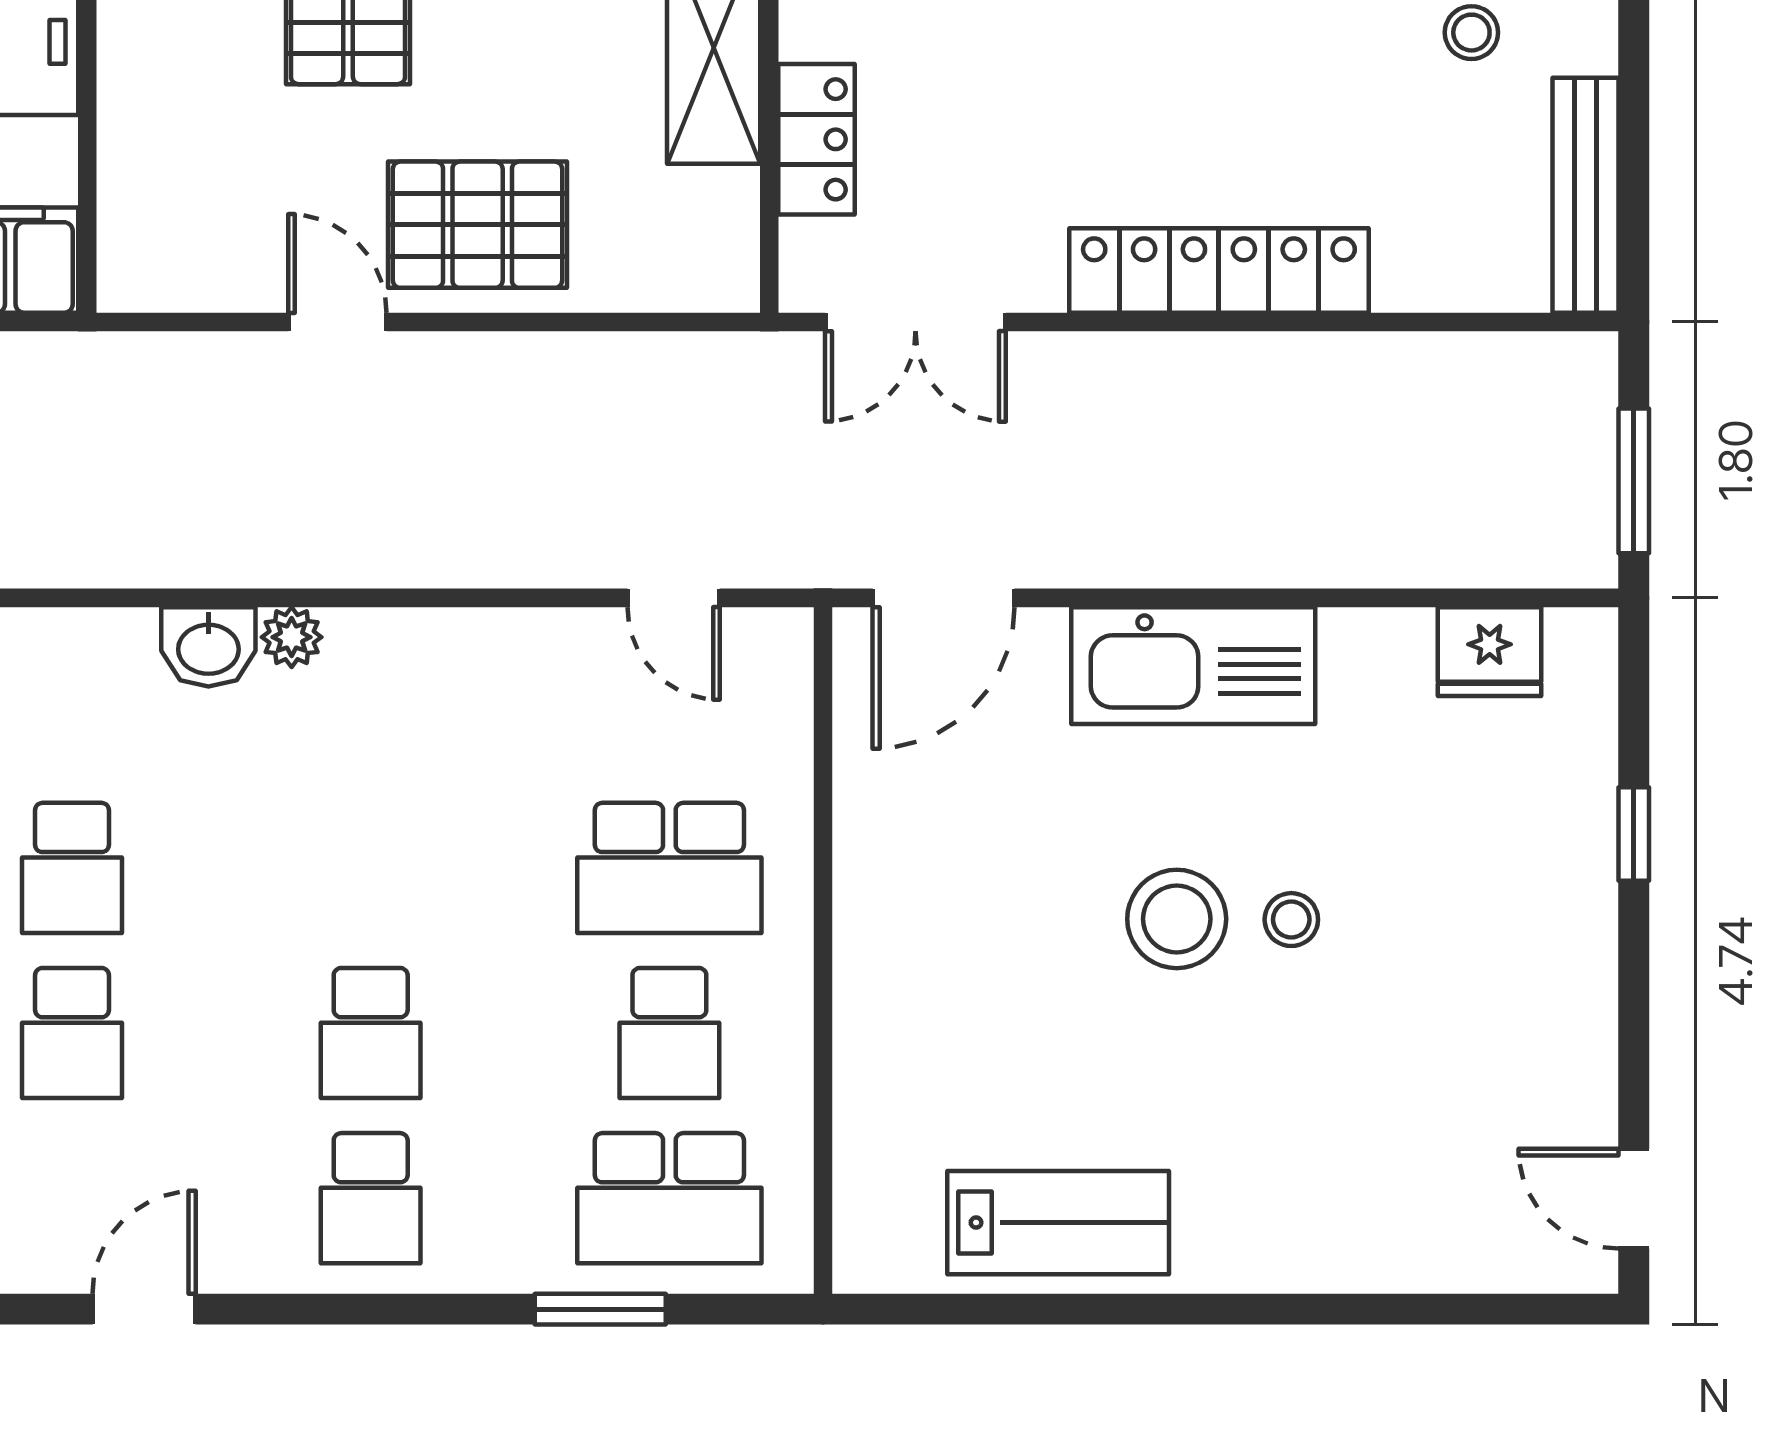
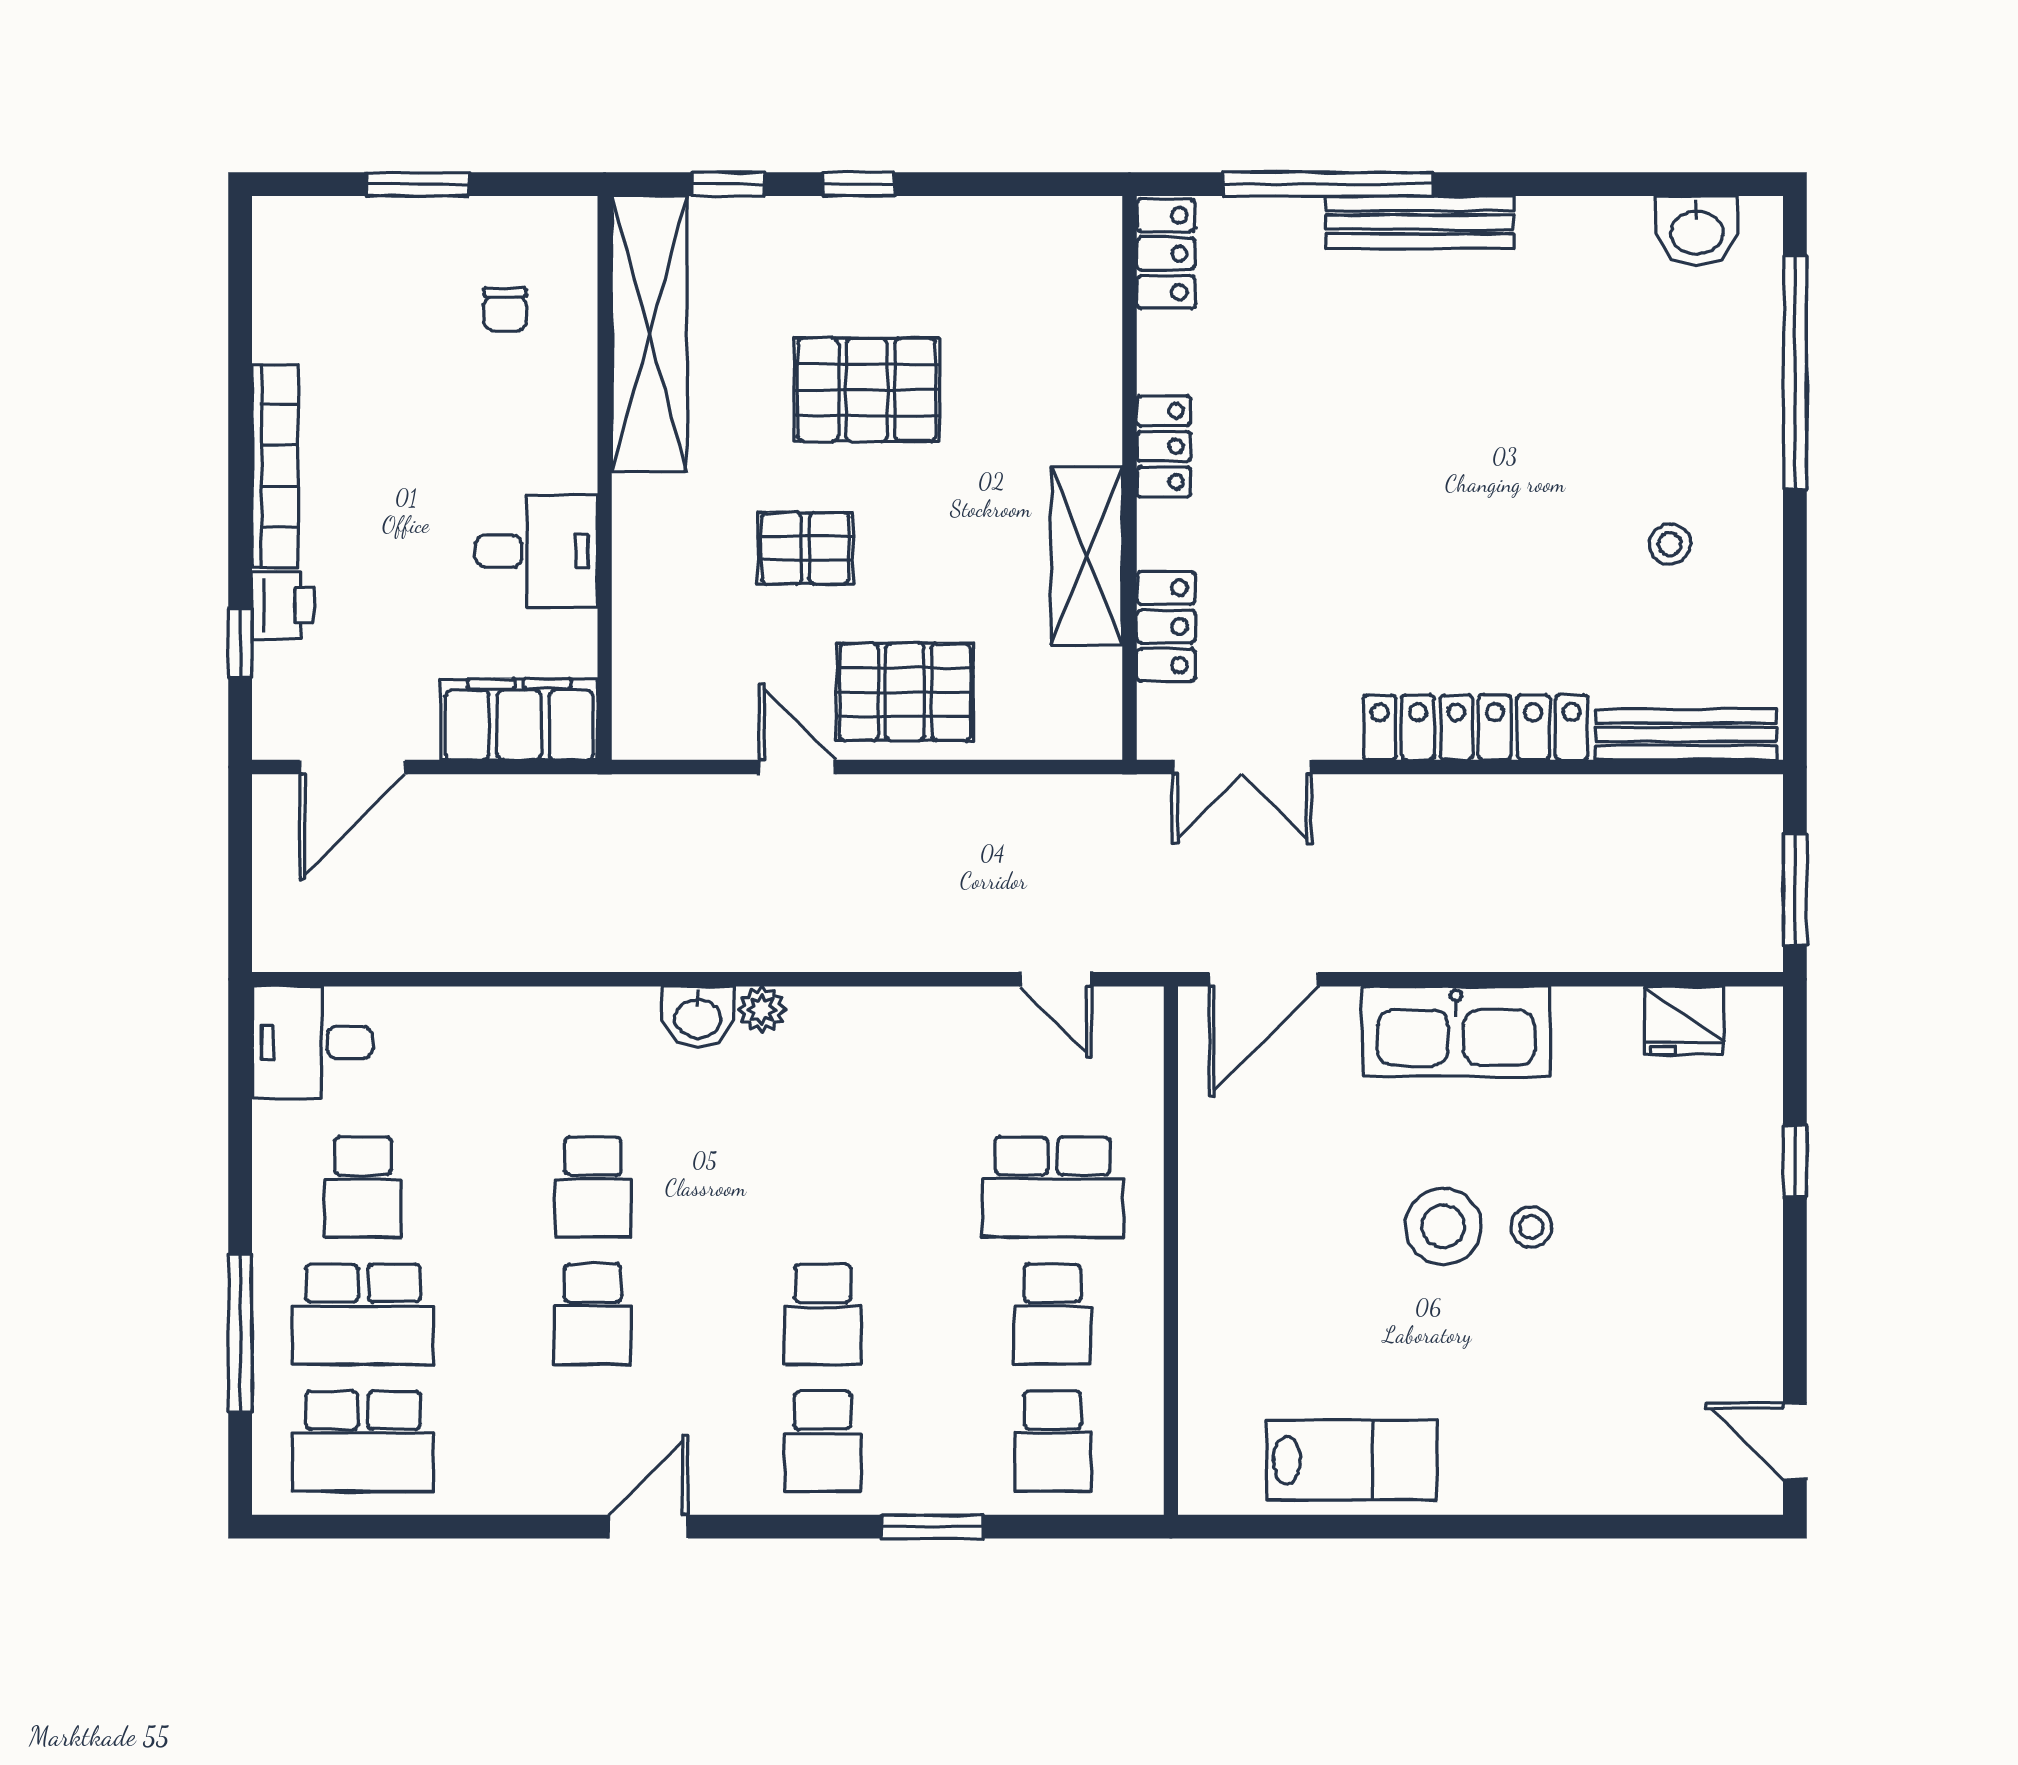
bench: (1586, 195) -> (1686, 735), moved, turned 90
school desk: (669, 1198) -> (1053, 1441), width x0.54
window: (600, 1309) -> (932, 1527), moved

